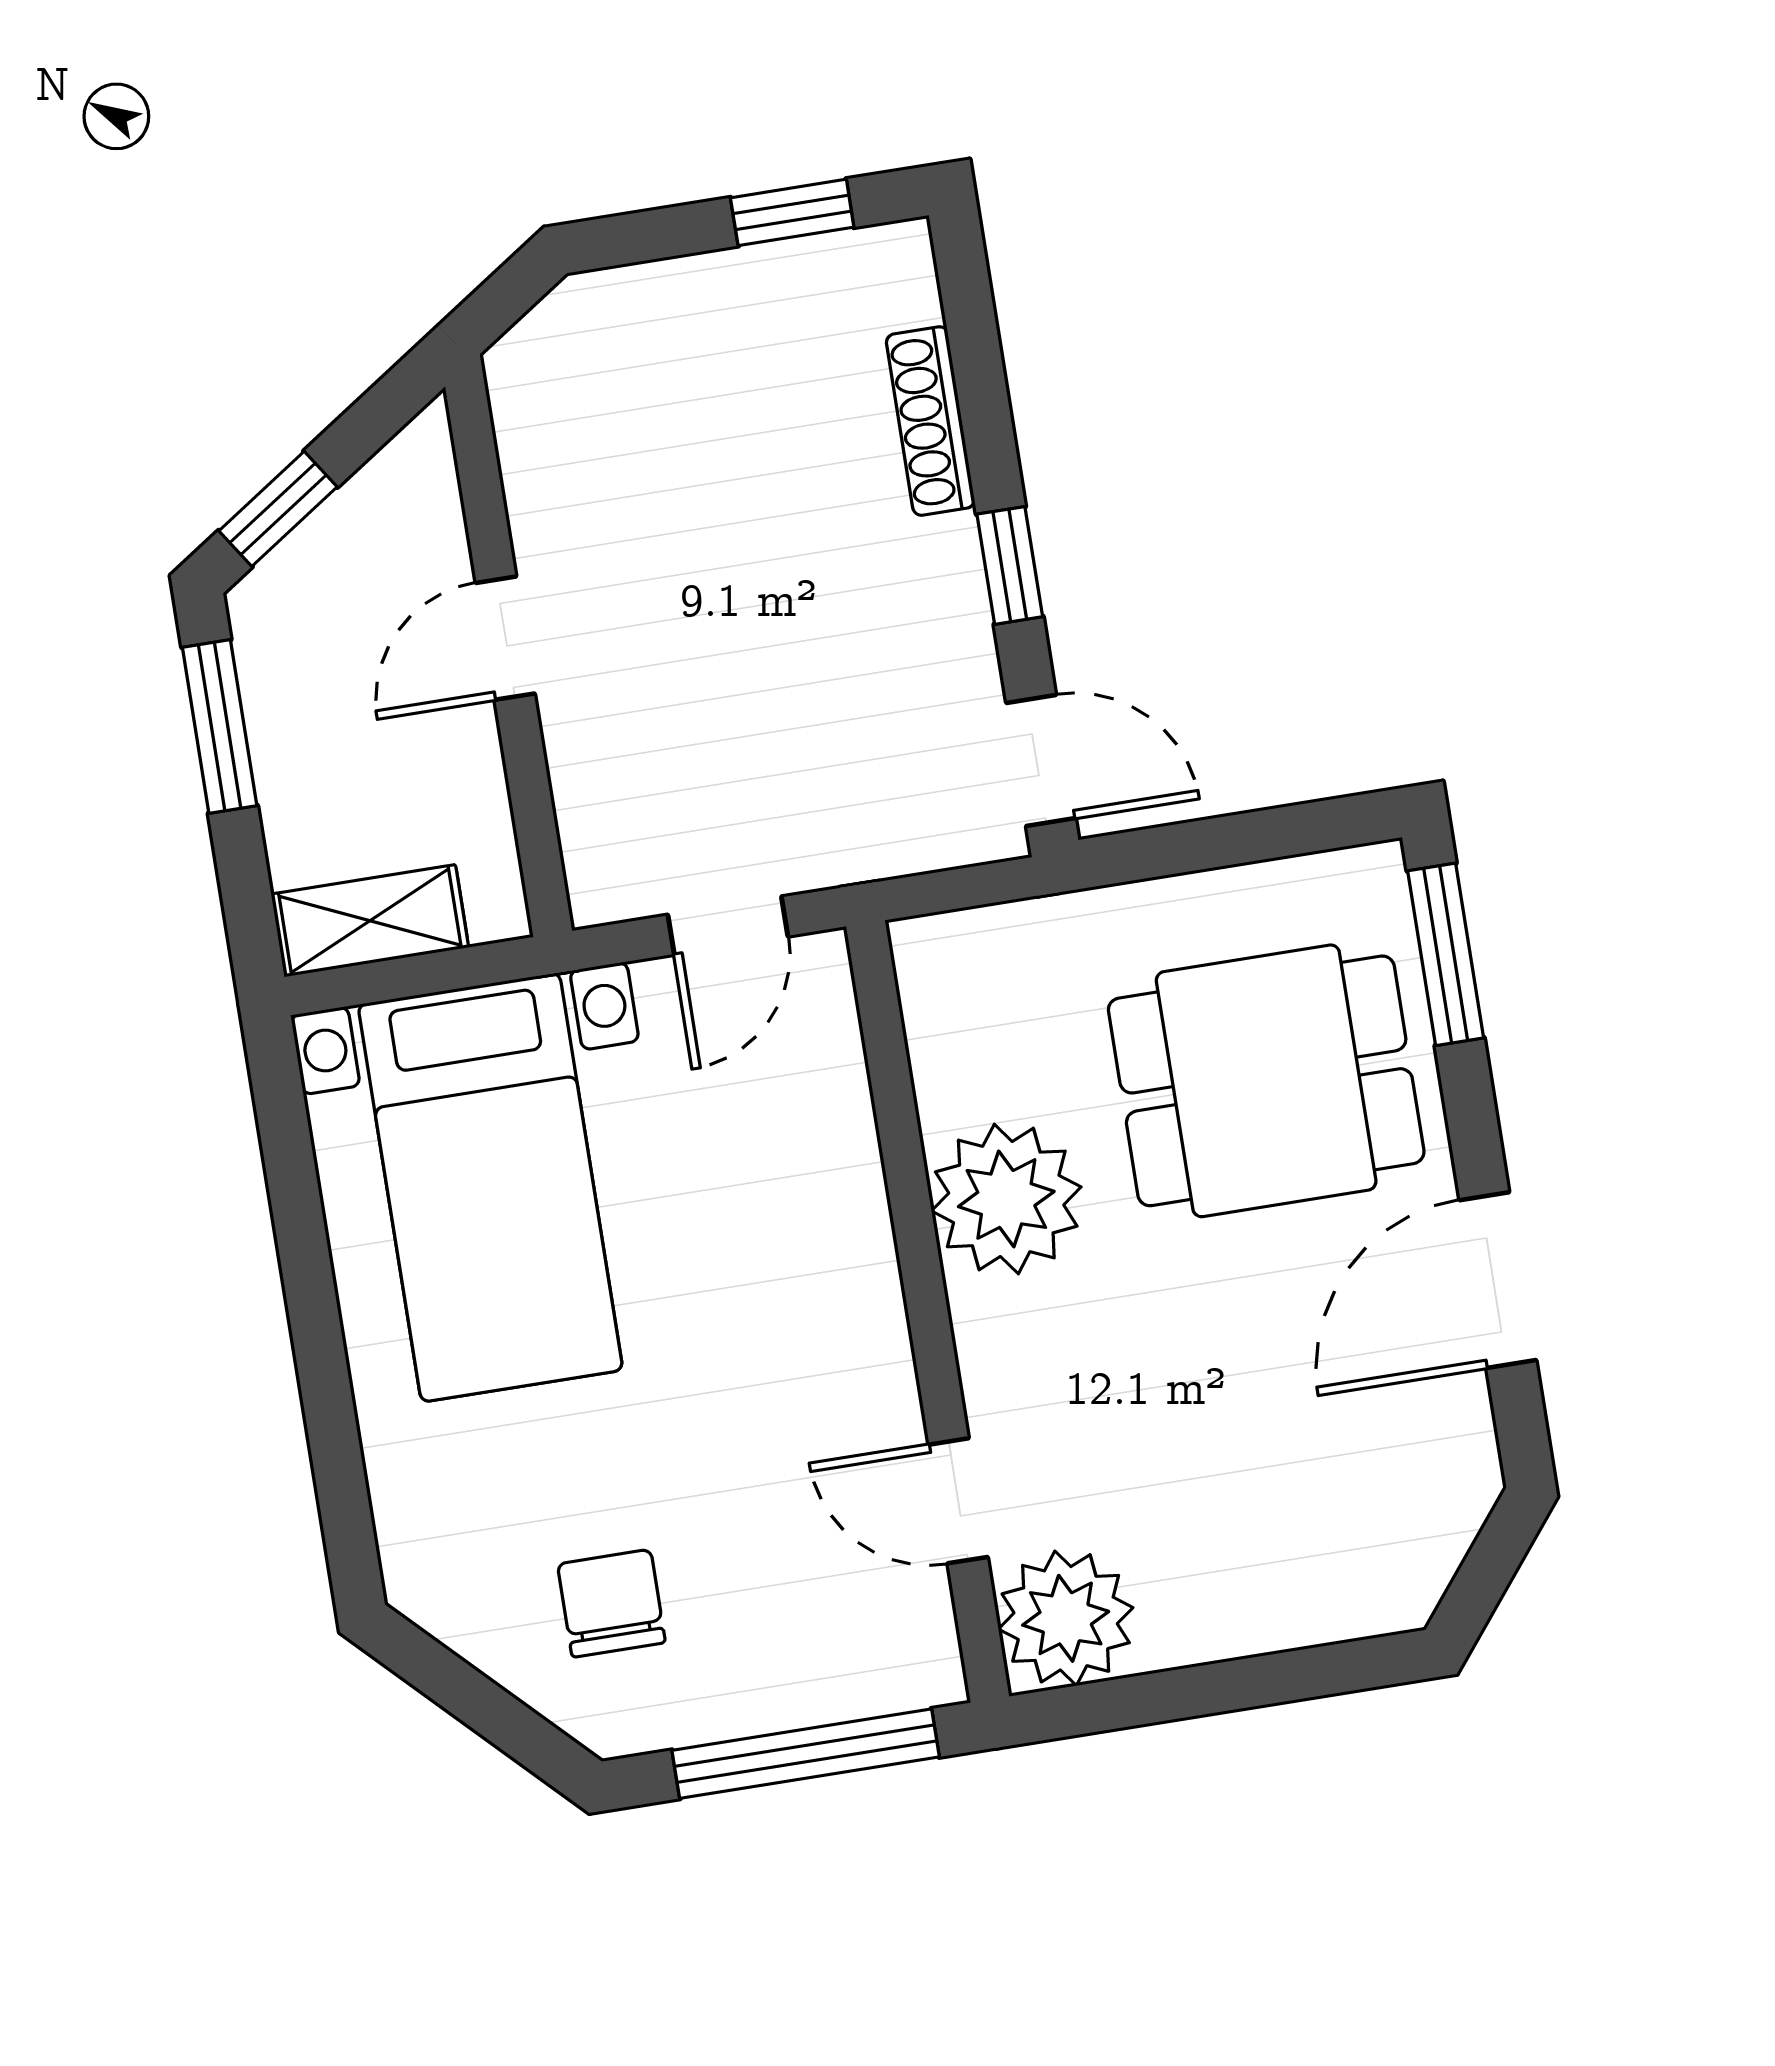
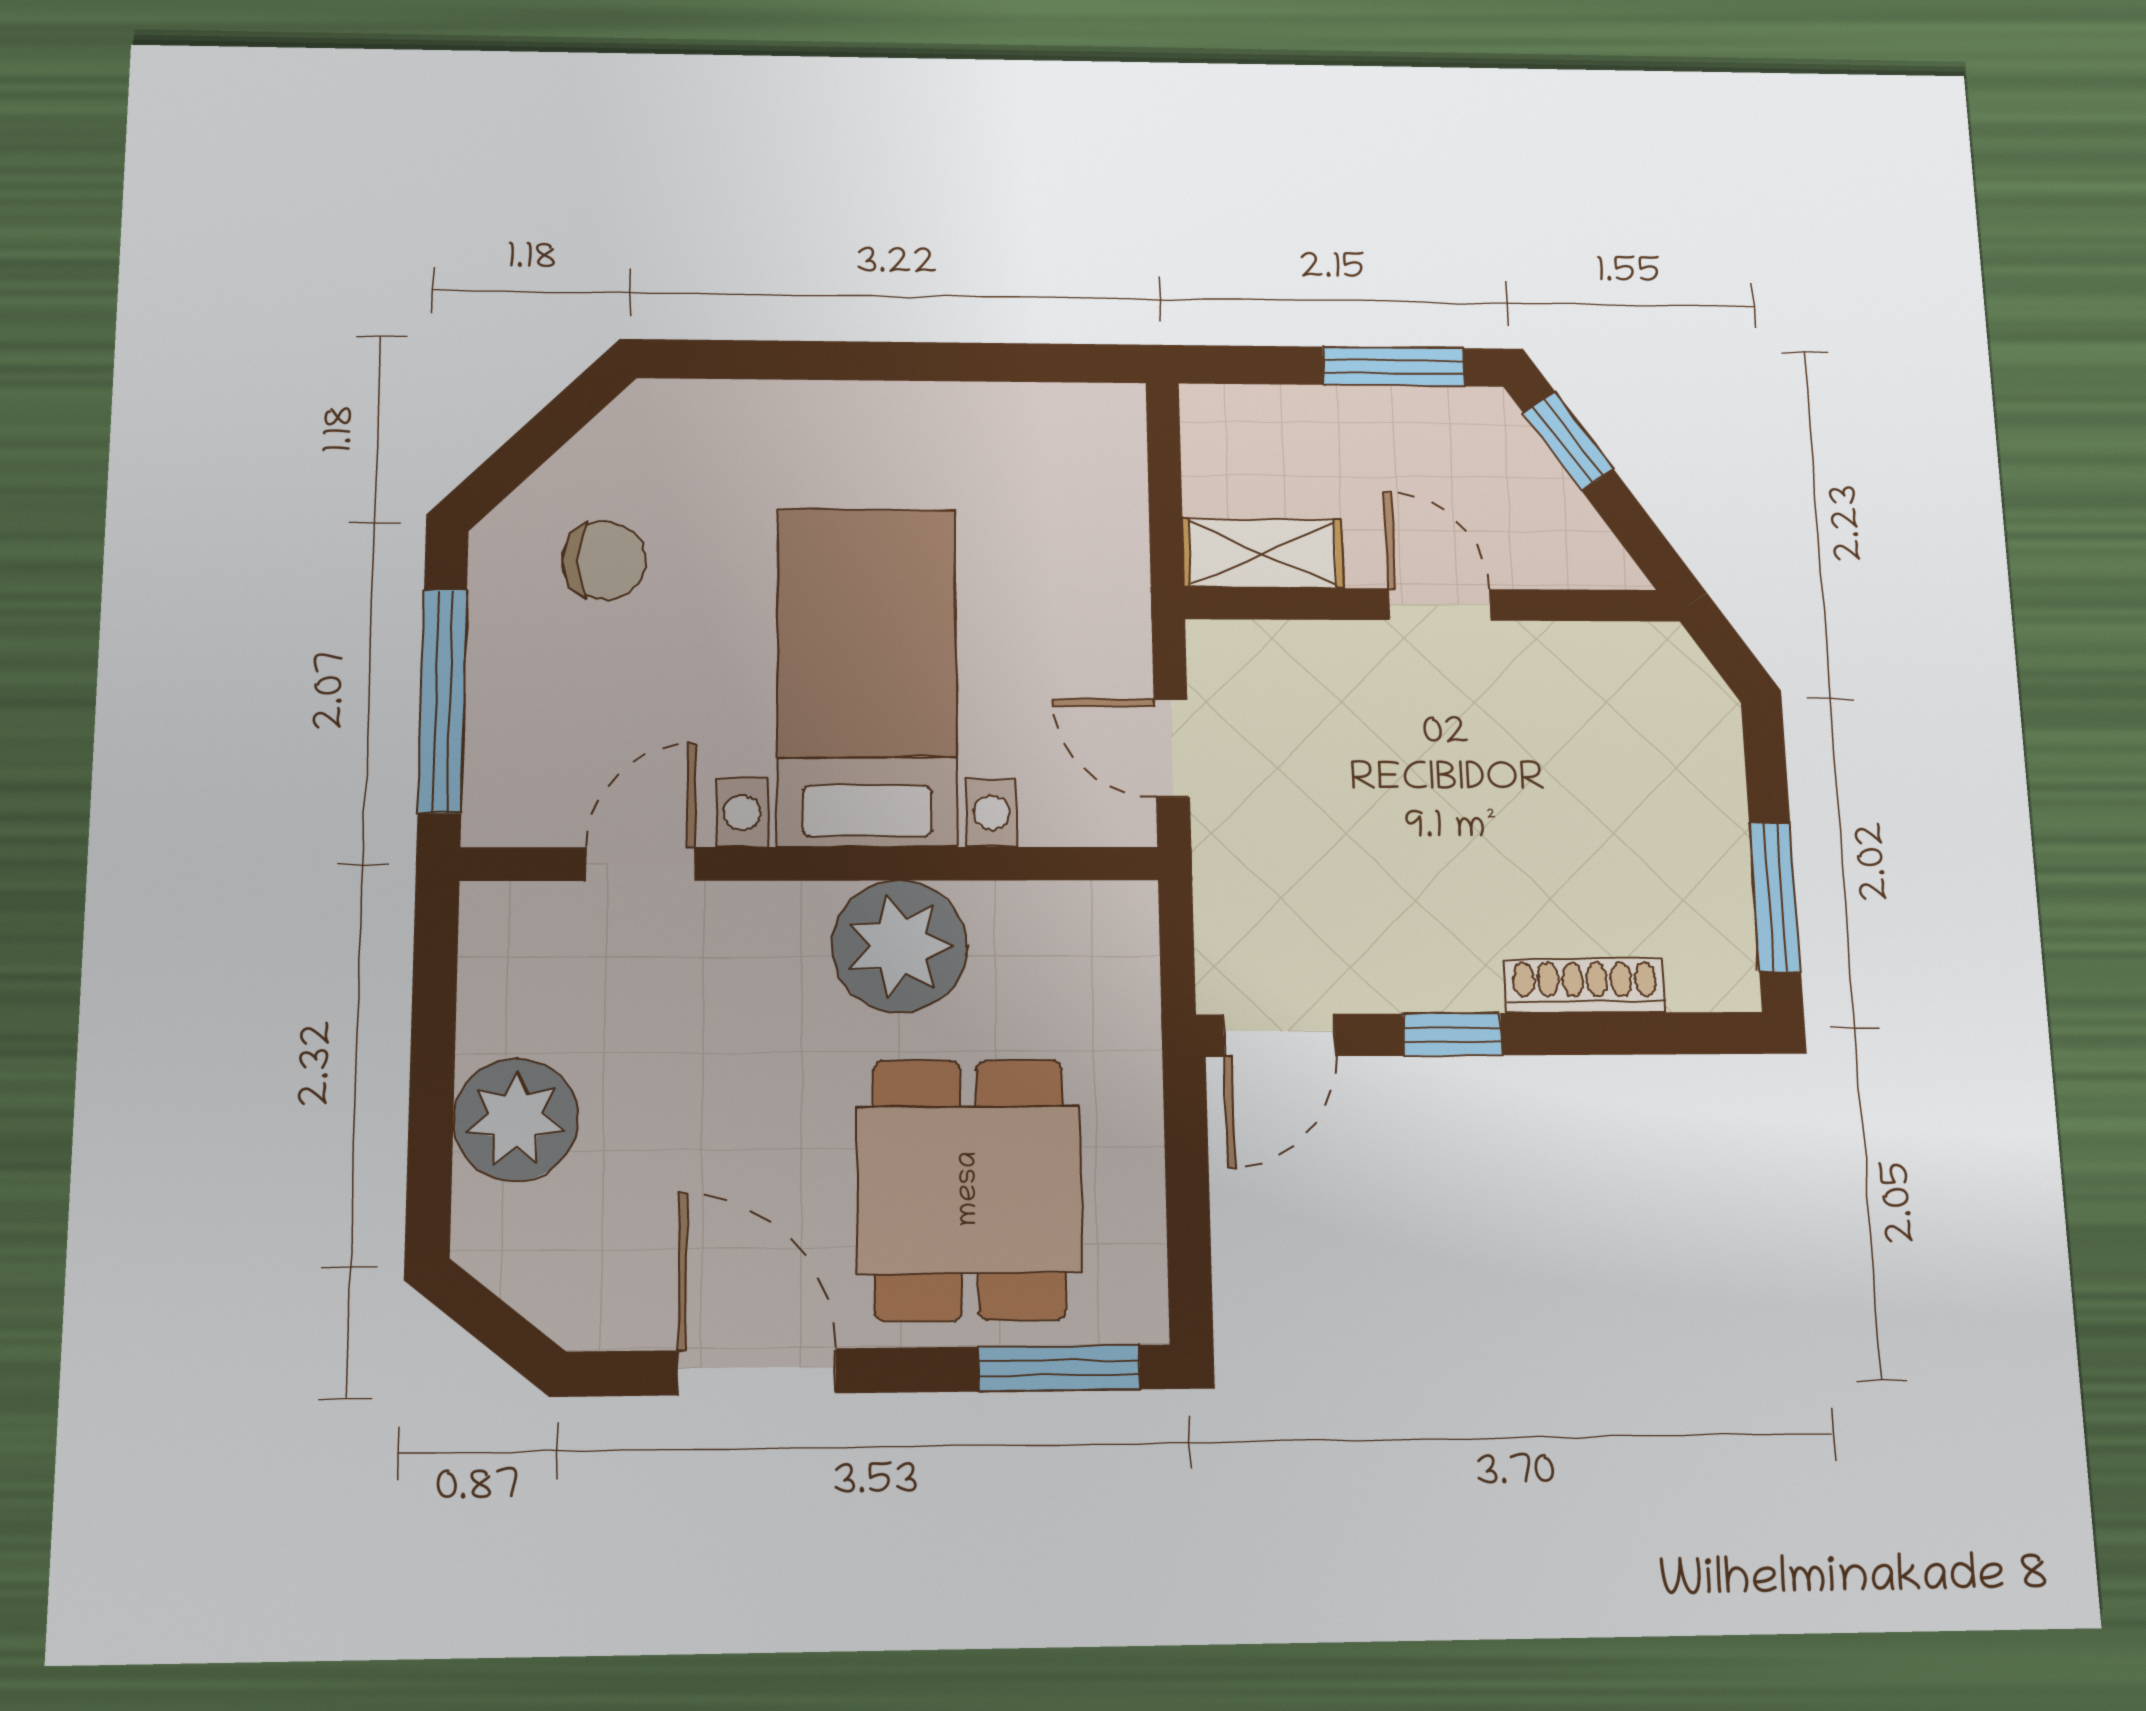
window: (792, 212) -> (1775, 897), width x1.50
shelving: (370, 921) -> (1263, 553), moved, turned 90
bed with nightstands: (490, 1187) -> (867, 676), moved, turned 90
plant: (1066, 1618) -> (516, 1120), moved

